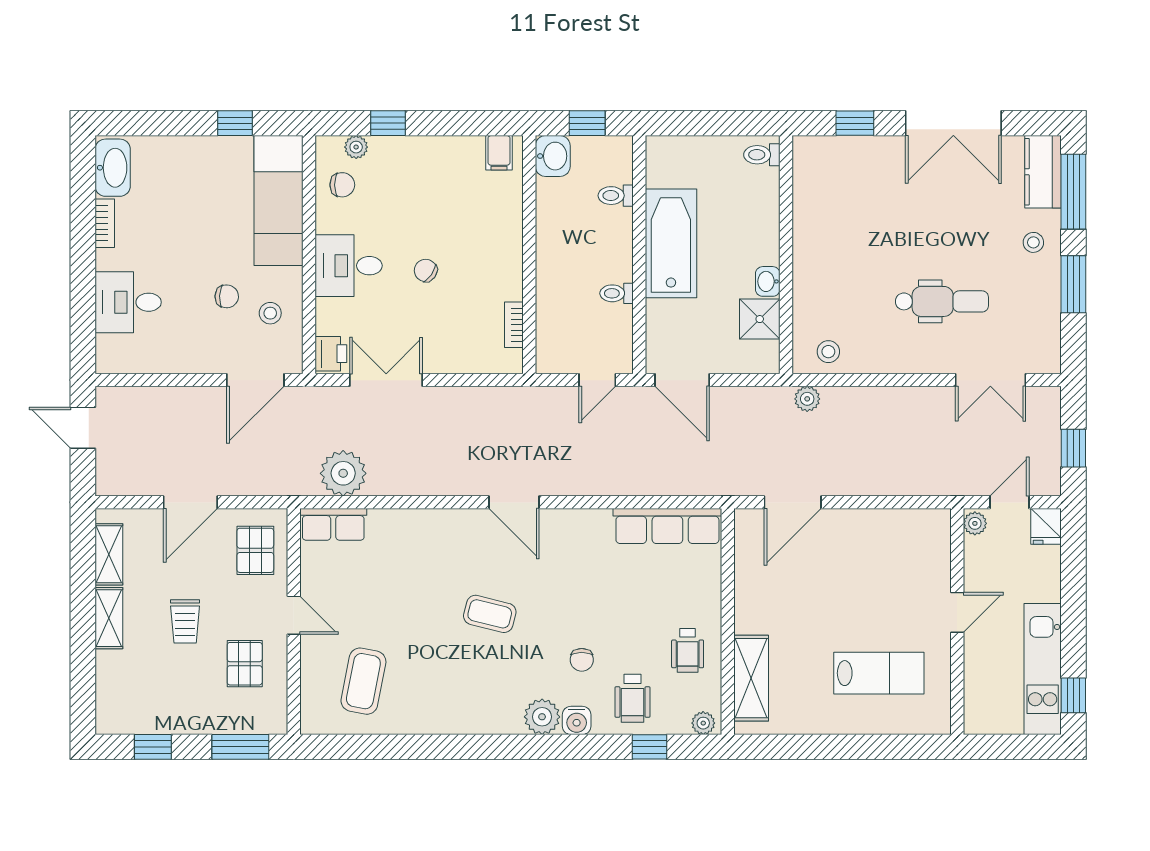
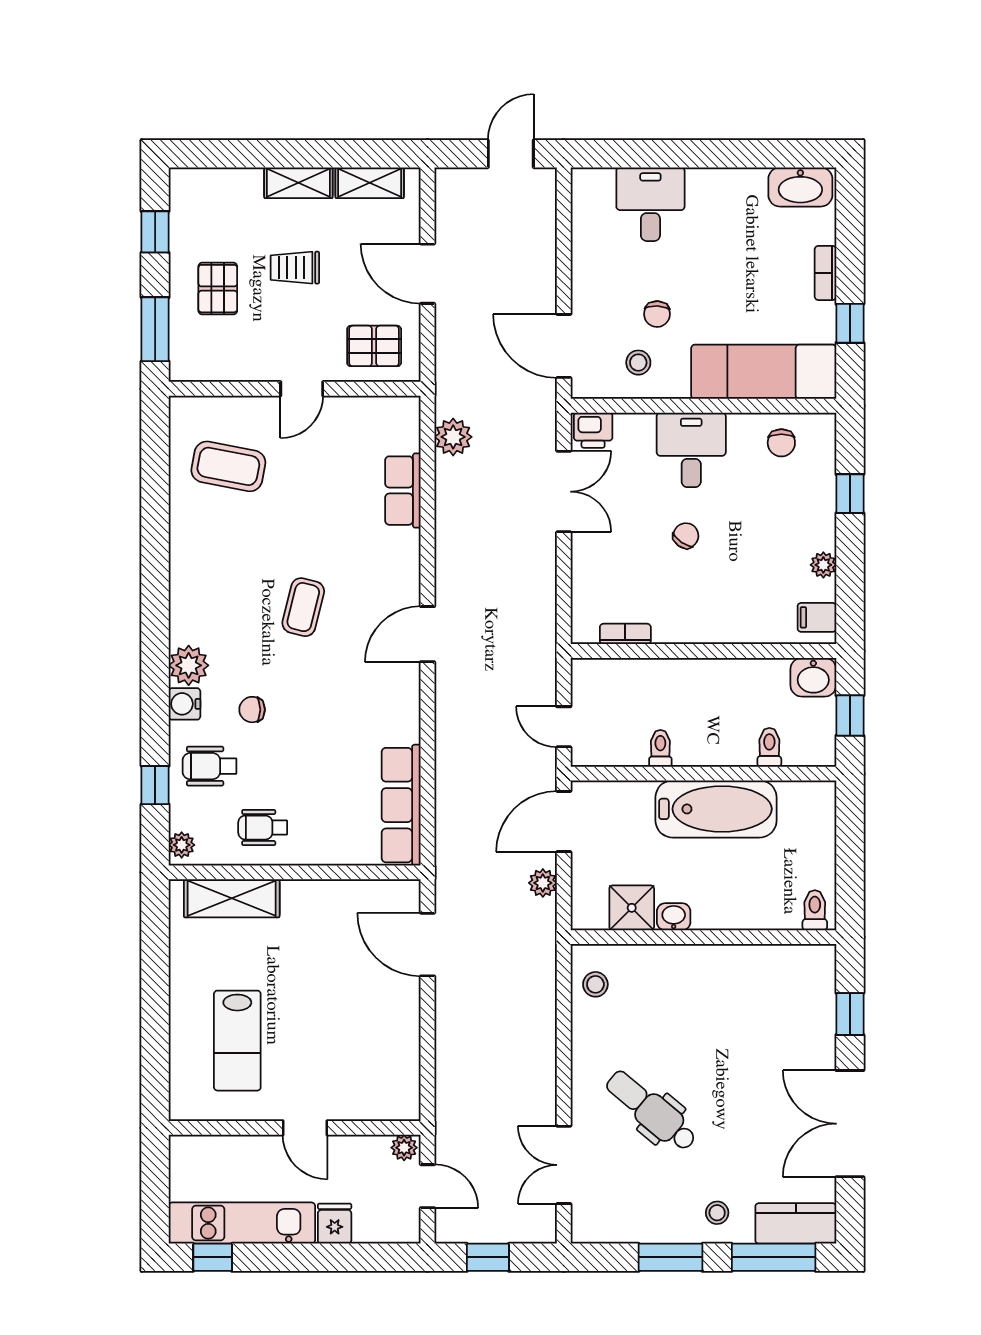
plant: (356, 147) -> (823, 565), moved
bookcase: (105, 223) -> (825, 273), moved, turned 90
dental chair: (942, 301) -> (651, 1111), turned 130
plant: (807, 399) -> (543, 883), moved
plant: (343, 473) -> (453, 437), width x0.73, depth x0.73
row of seats: (333, 524) -> (403, 491), moved
fridge: (1046, 526) -> (335, 1224), moved, turned 90
pallet: (245, 664) -> (218, 289), moved, turned 90

